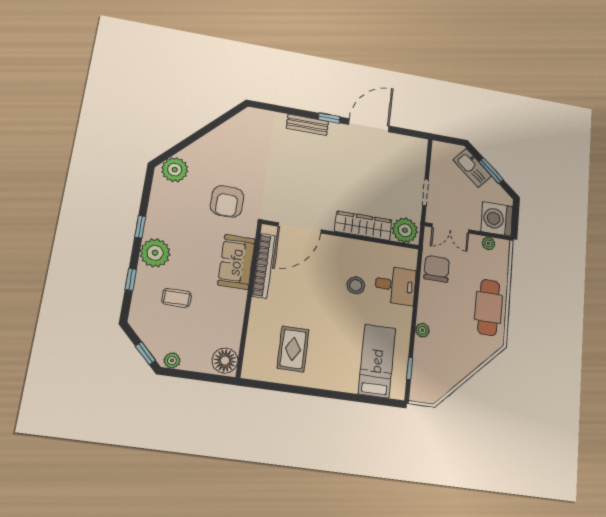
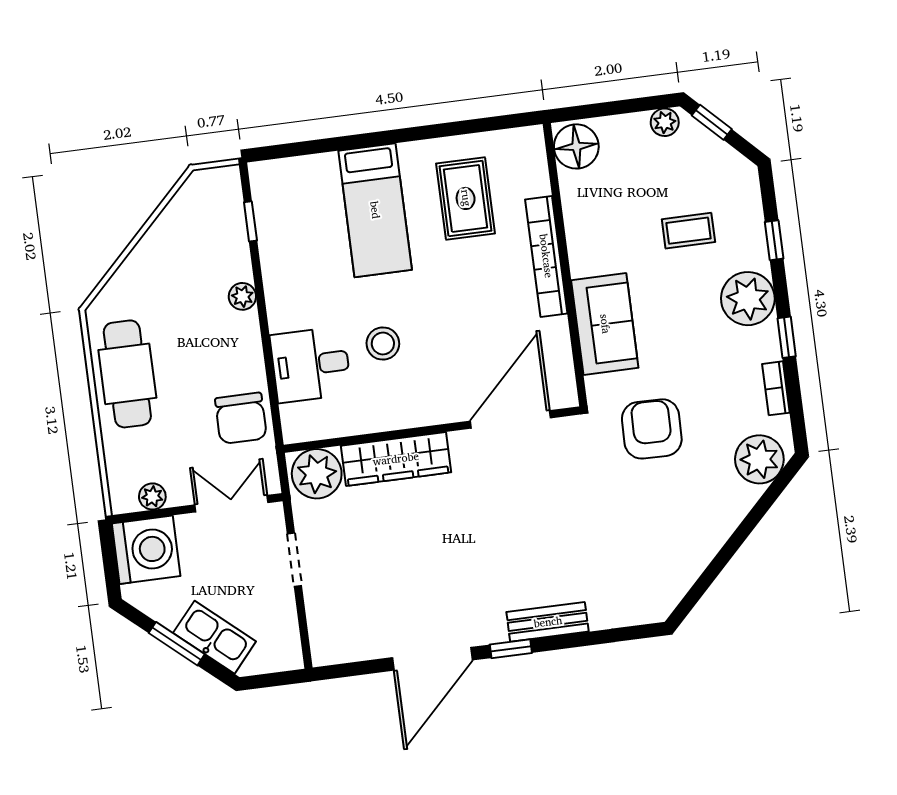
bookcase: (154, 202) -> (776, 388), added
bookcase: (263, 266) -> (546, 256), moved
bed: (377, 361) -> (375, 210), moved

